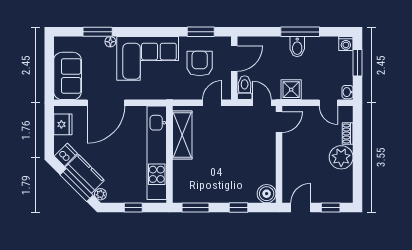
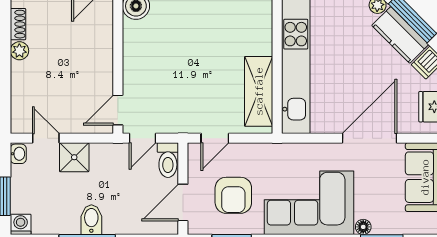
shower: (291, 90) -> (74, 157), moved
door: (262, 103) -> (142, 138), hinge flipped
shoe rack: (348, 133) -> (18, 24), moved
plant: (341, 157) -> (19, 51), width x0.53, depth x0.53

